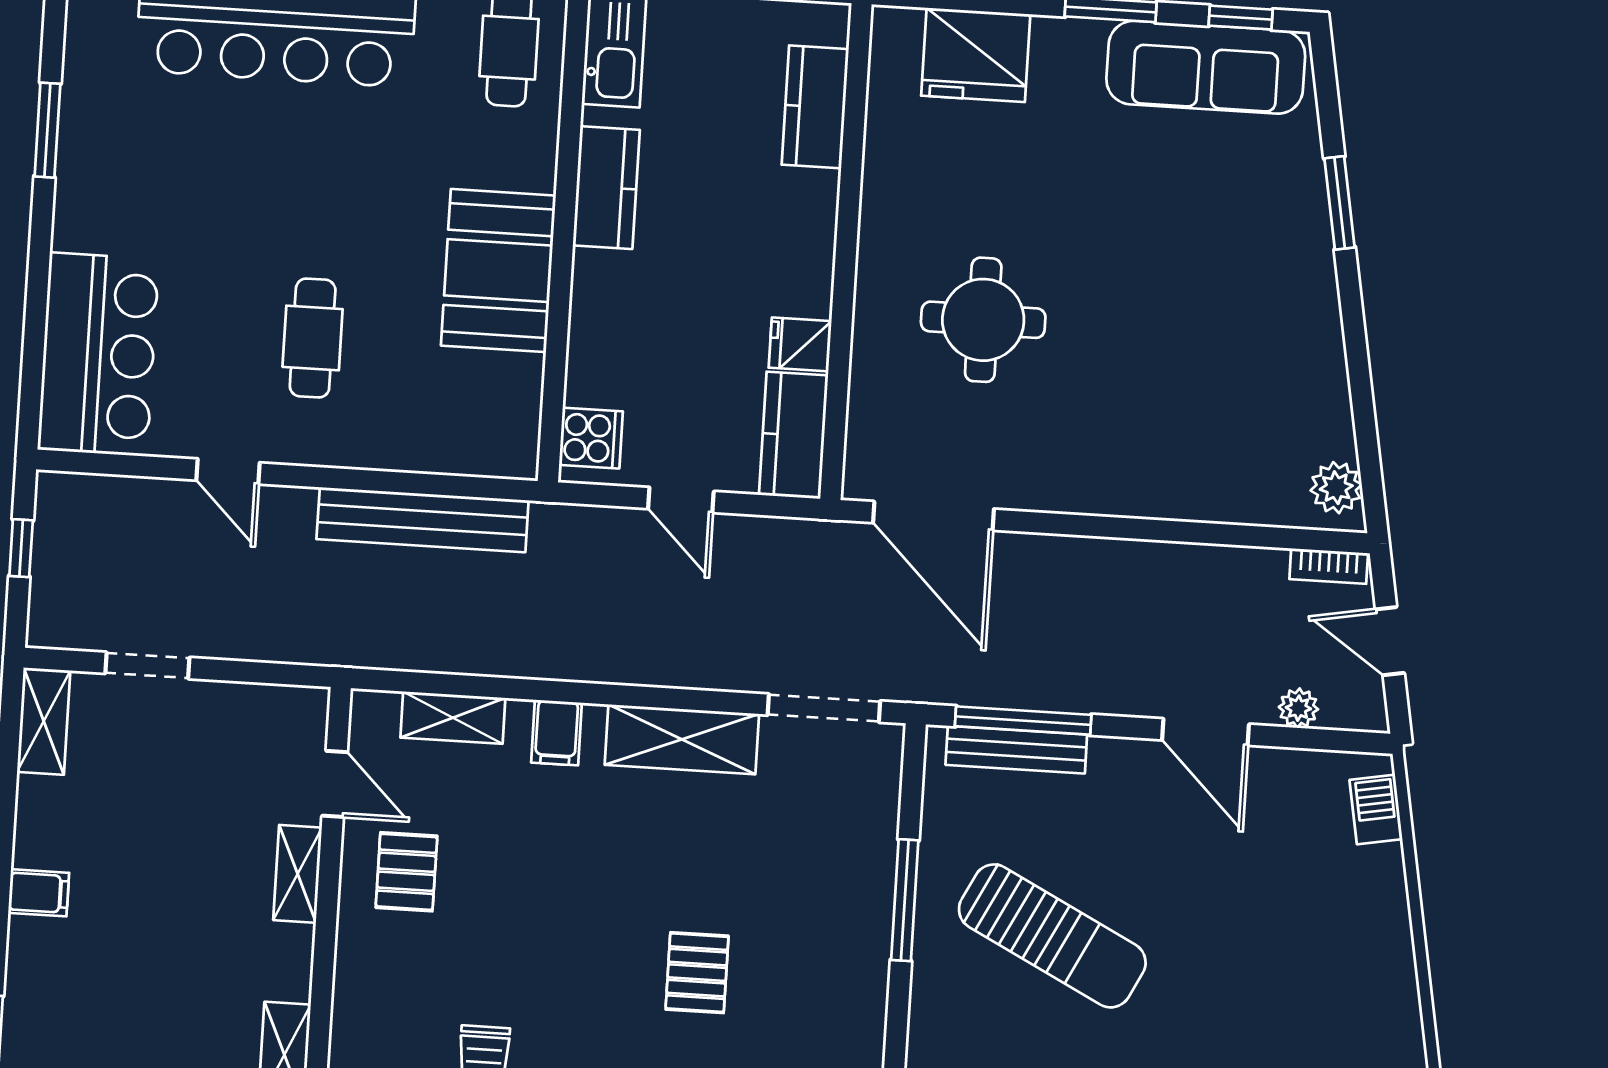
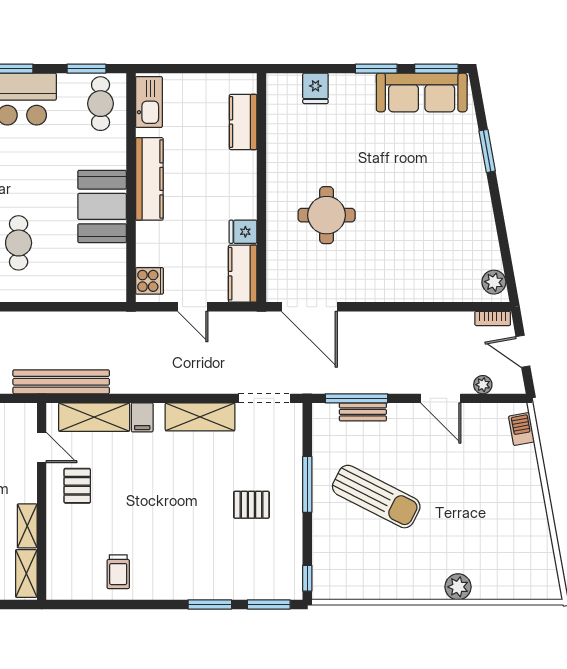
window: (1241, 18) -> (436, 69), width x1.50
fridge: (976, 55) -> (315, 88), width x0.53, depth x0.75
kitchen counter: (606, 188) -> (149, 179), width x1.50
bench: (423, 520) -> (61, 382), moved
shelving: (453, 718) -> (94, 417), width x1.50, depth x1.33
bench: (1016, 750) -> (363, 412), width x0.73
shelving: (298, 874) -> (27, 526), moved
pallet: (697, 973) -> (251, 505), moved, turned 90

